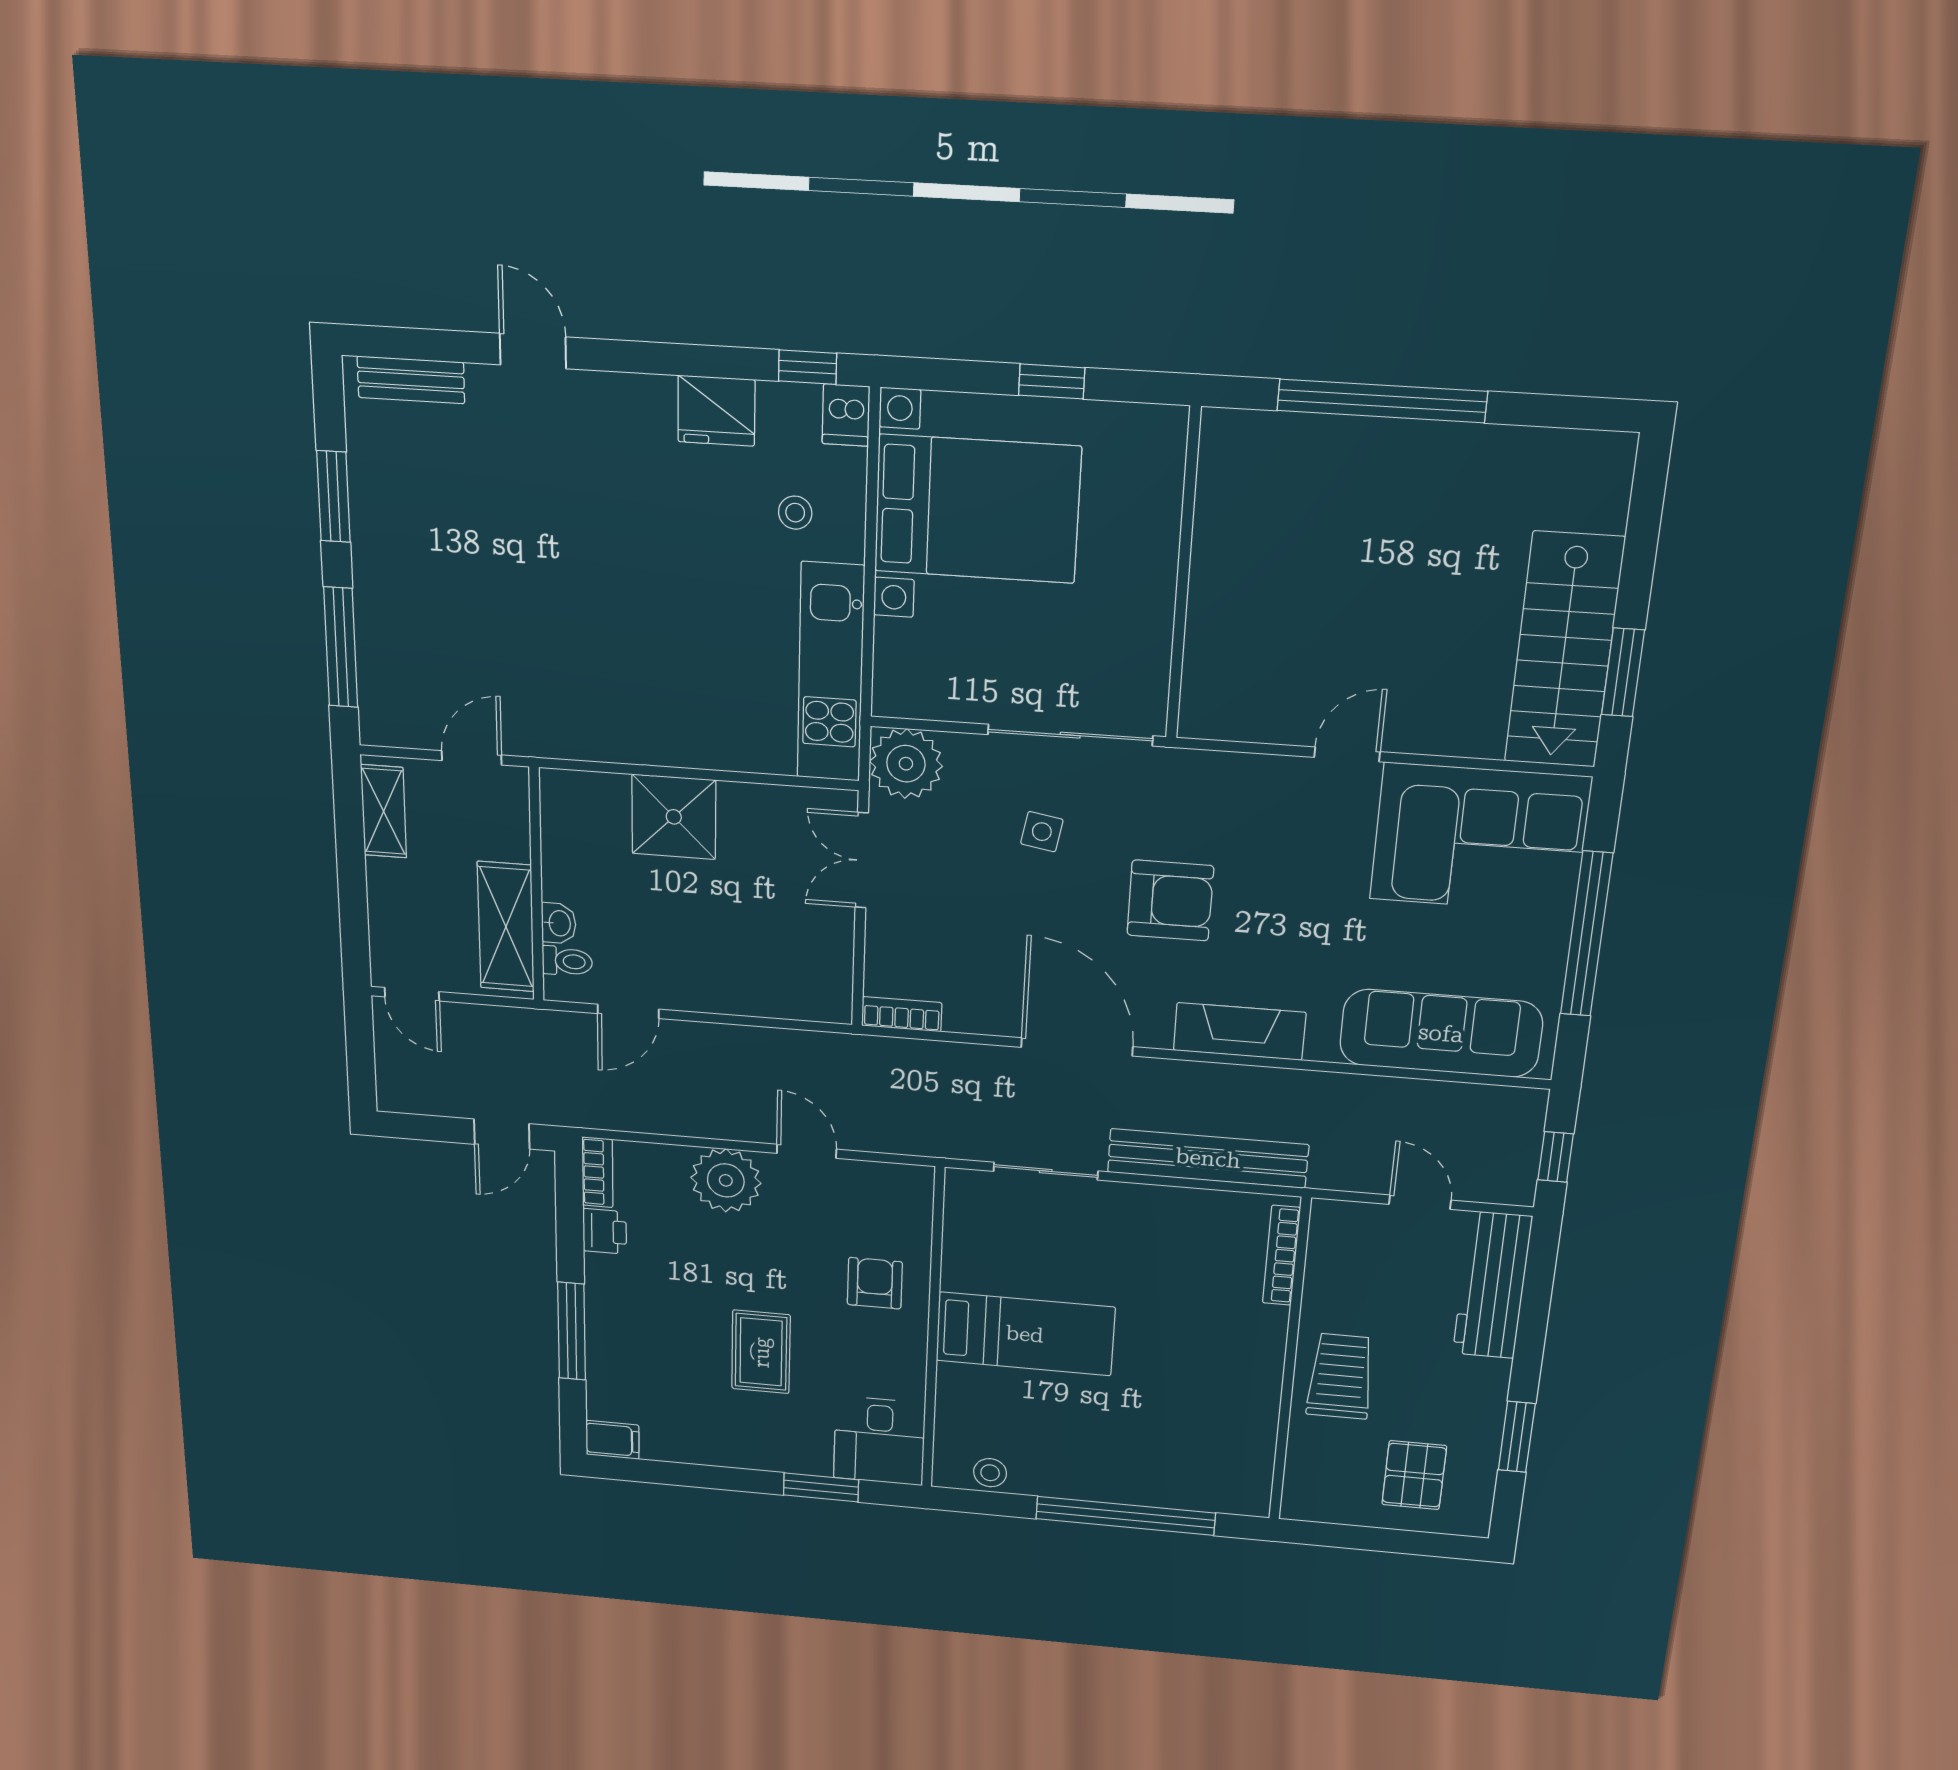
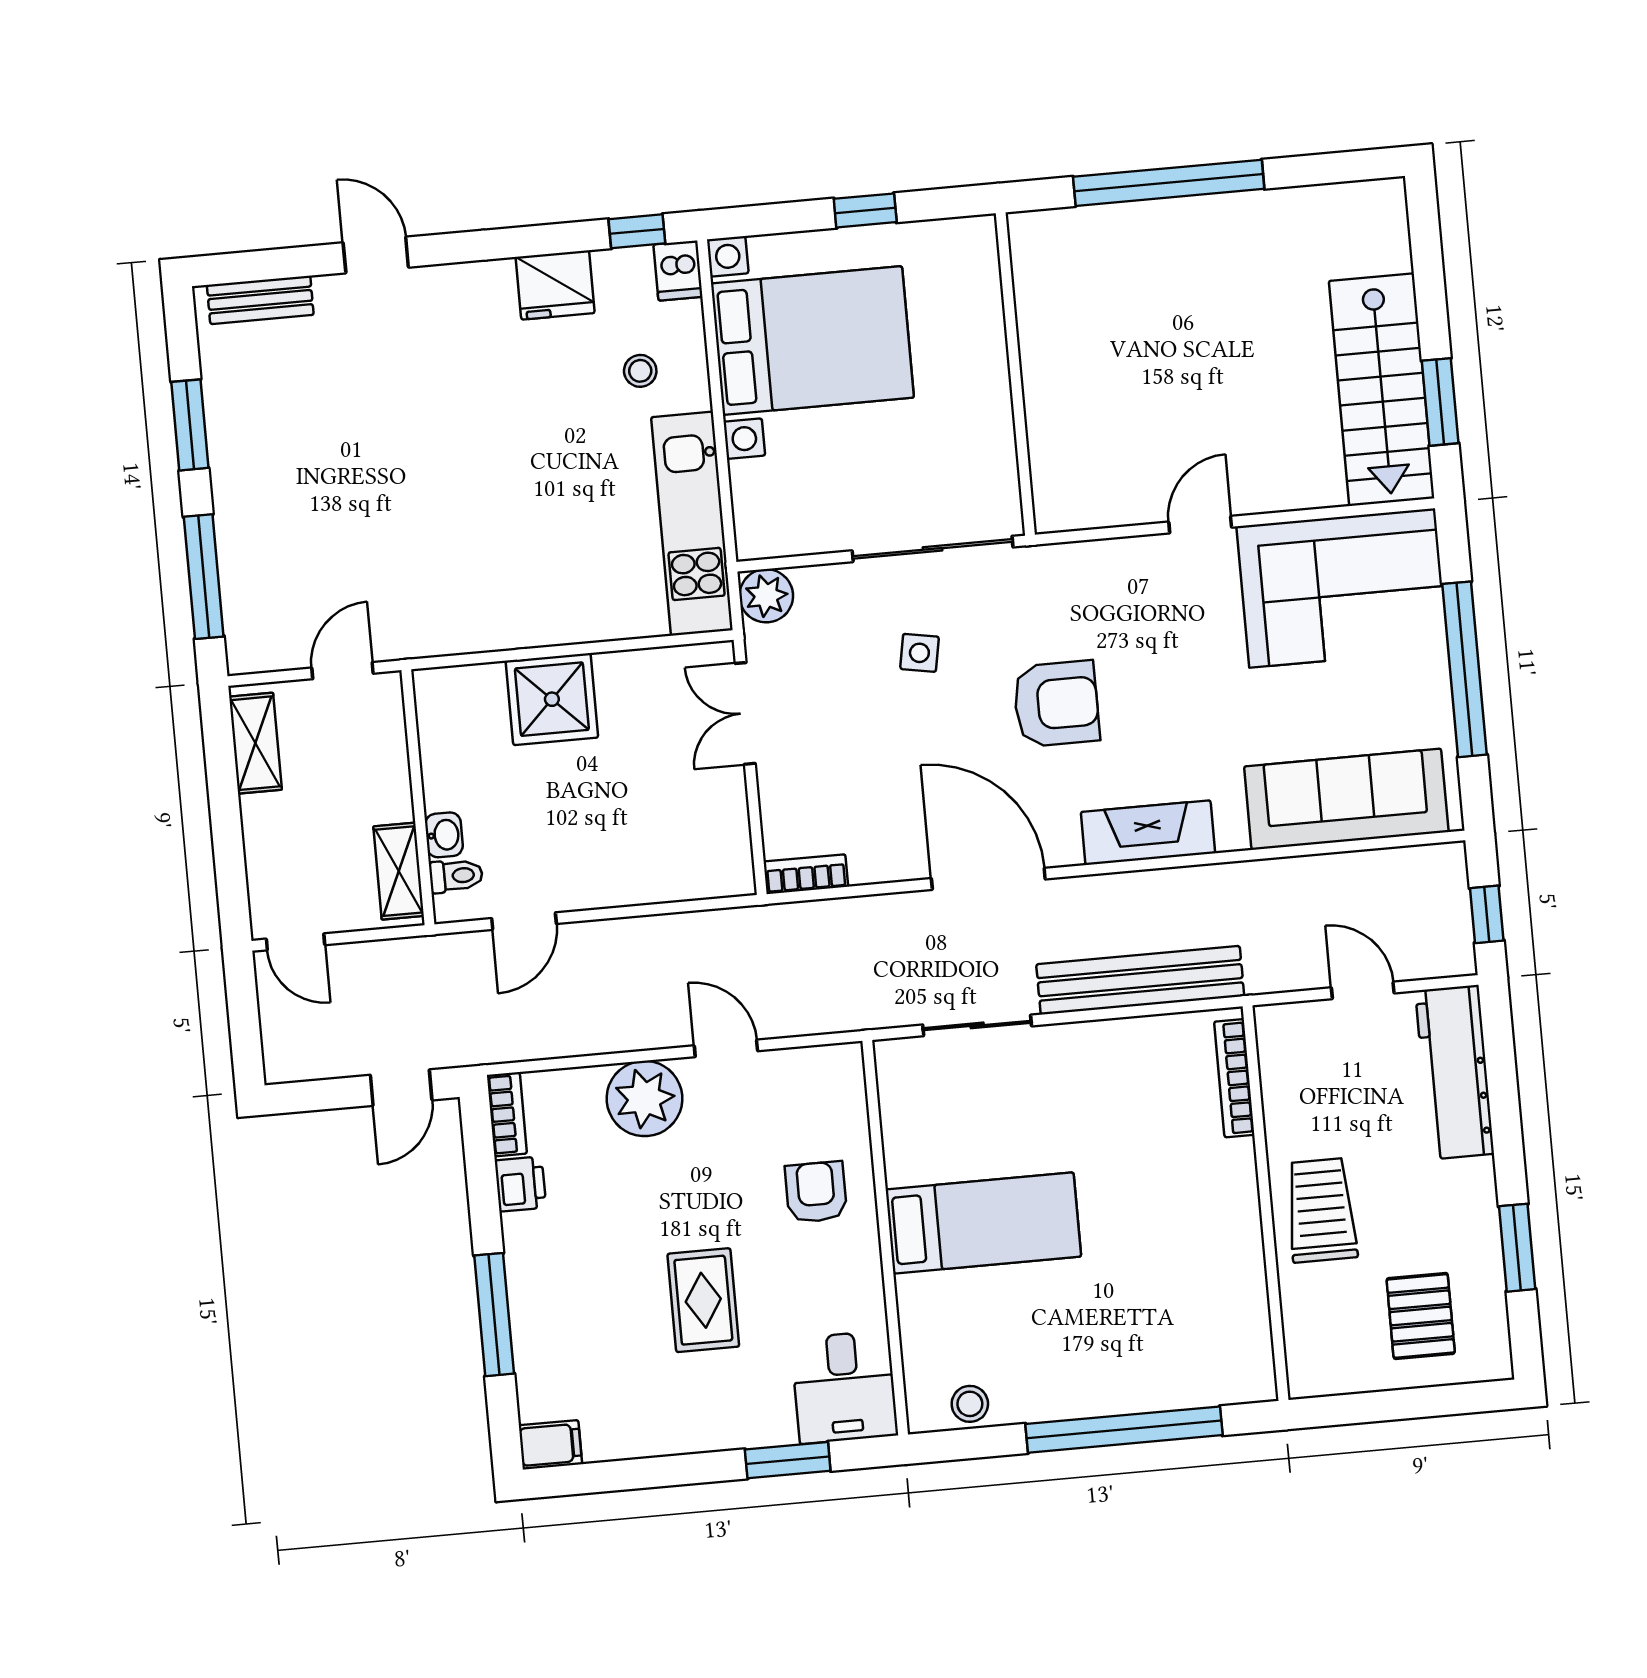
plant: (906, 764) -> (766, 596), width x0.73, depth x0.73
shelving: (506, 927) -> (399, 871), width x0.67, depth x0.75

